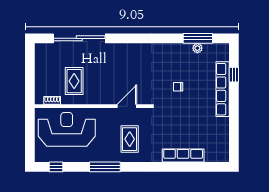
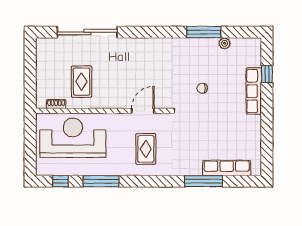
window: (198, 38) -> (204, 32), moved
row of seats: (223, 89) -> (254, 91), width x0.73
row of seats: (183, 155) -> (227, 168), moved
window: (105, 167) -> (101, 181), moved
window: (179, 167) -> (203, 181), added

